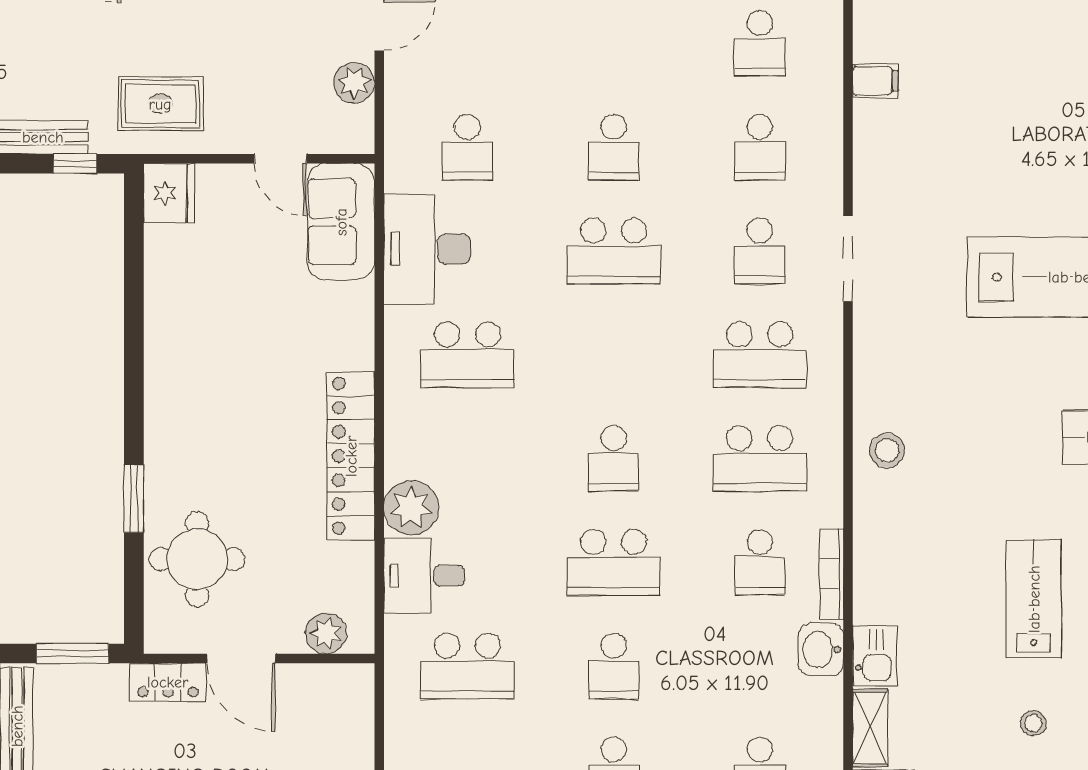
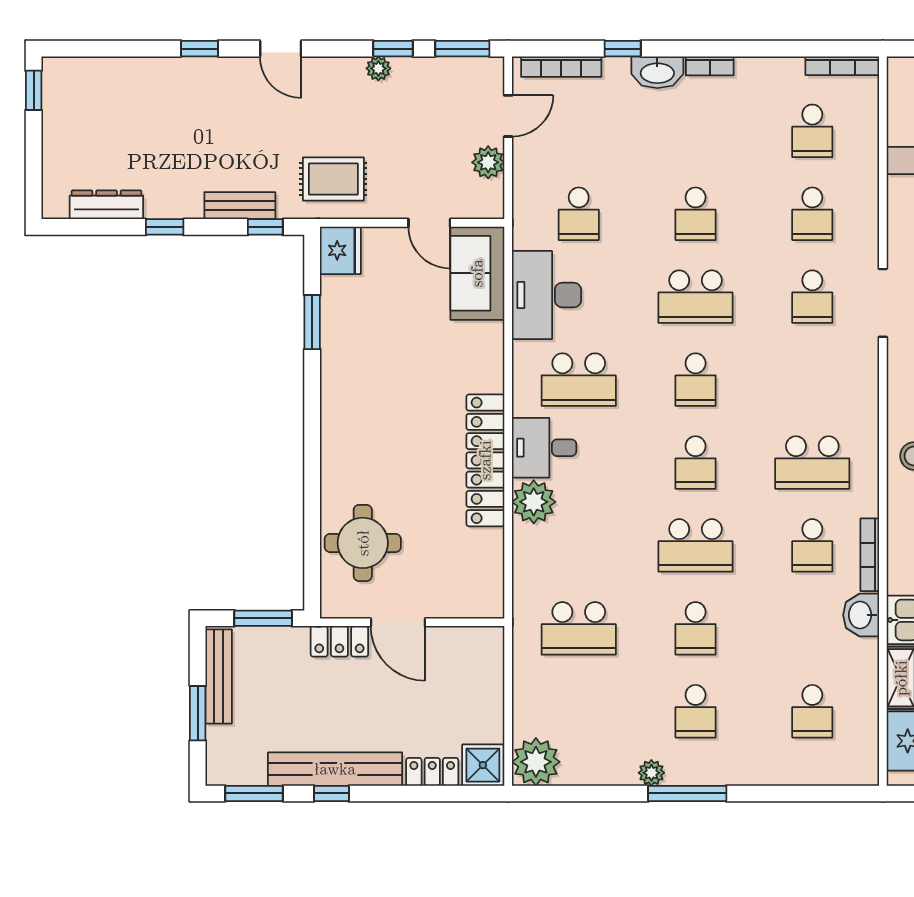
school desk: (760, 355) -> (696, 380), moved, width x0.54
window: (134, 499) -> (312, 322), moved
desk: (424, 576) -> (544, 448), moved
plant: (326, 633) -> (466, 602), removed

